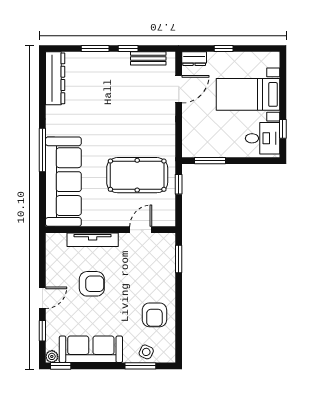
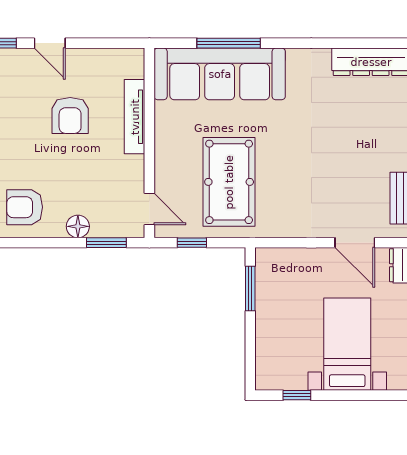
desk: (263, 138) -> (283, 365), removed
window: (42, 150) -> (229, 43), moved
window: (179, 184) -> (192, 243), moved
door: (141, 230) -> (149, 209), moved
floor lamp: (168, 279) -> (78, 226), added

